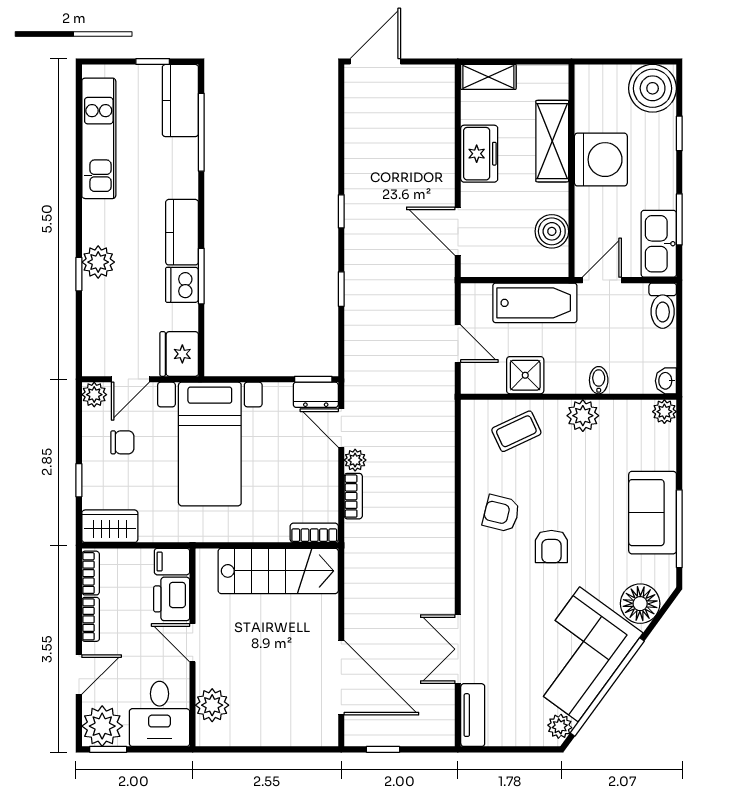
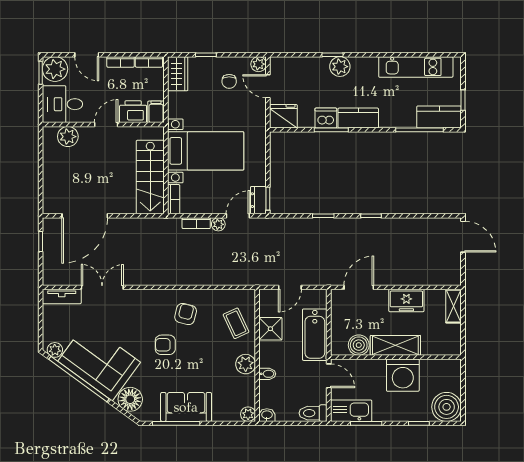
shelving: (552, 141) -> (395, 345), moved
bed with nightstands: (210, 444) -> (206, 151), moved, turned 180

